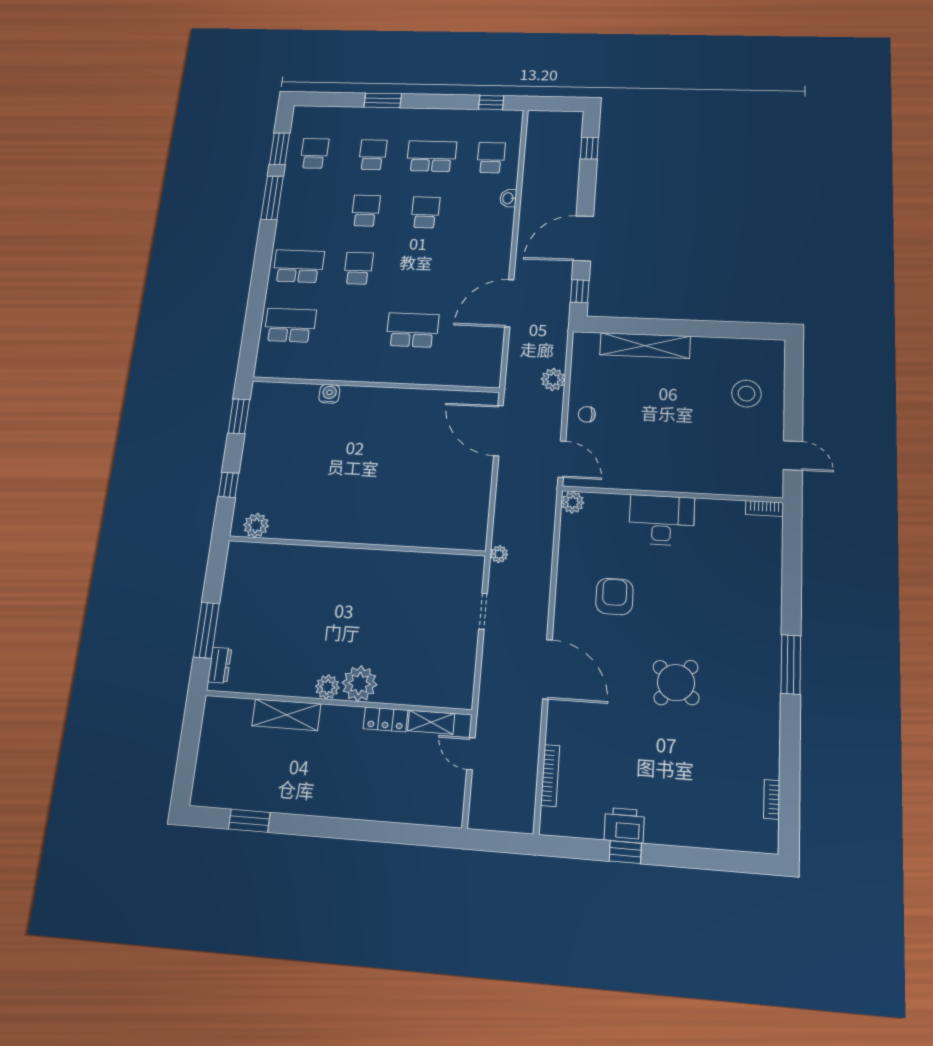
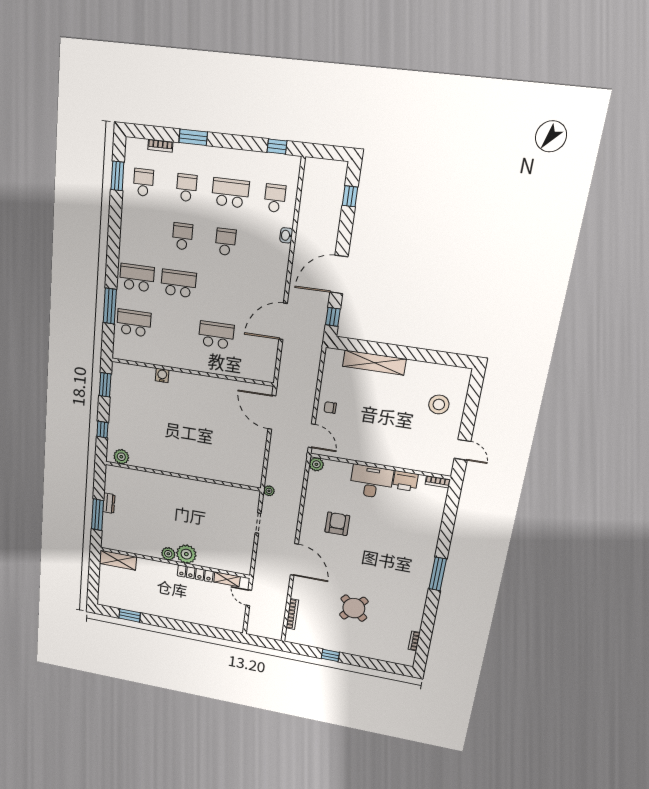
bookcase: (339, 112) -> (160, 146), added
window: (272, 198) -> (110, 306), moved
school desk: (358, 268) -> (178, 283), width x1.85
plant: (553, 379) -> (310, 381), removed
dresser: (220, 665) -> (109, 503), moved
round table: (676, 683) -> (354, 608), moved
shelving: (286, 715) -> (118, 560), moved
locker: (386, 719) -> (195, 573), width x1.53
printer: (624, 825) -> (405, 481), moved, turned 180

